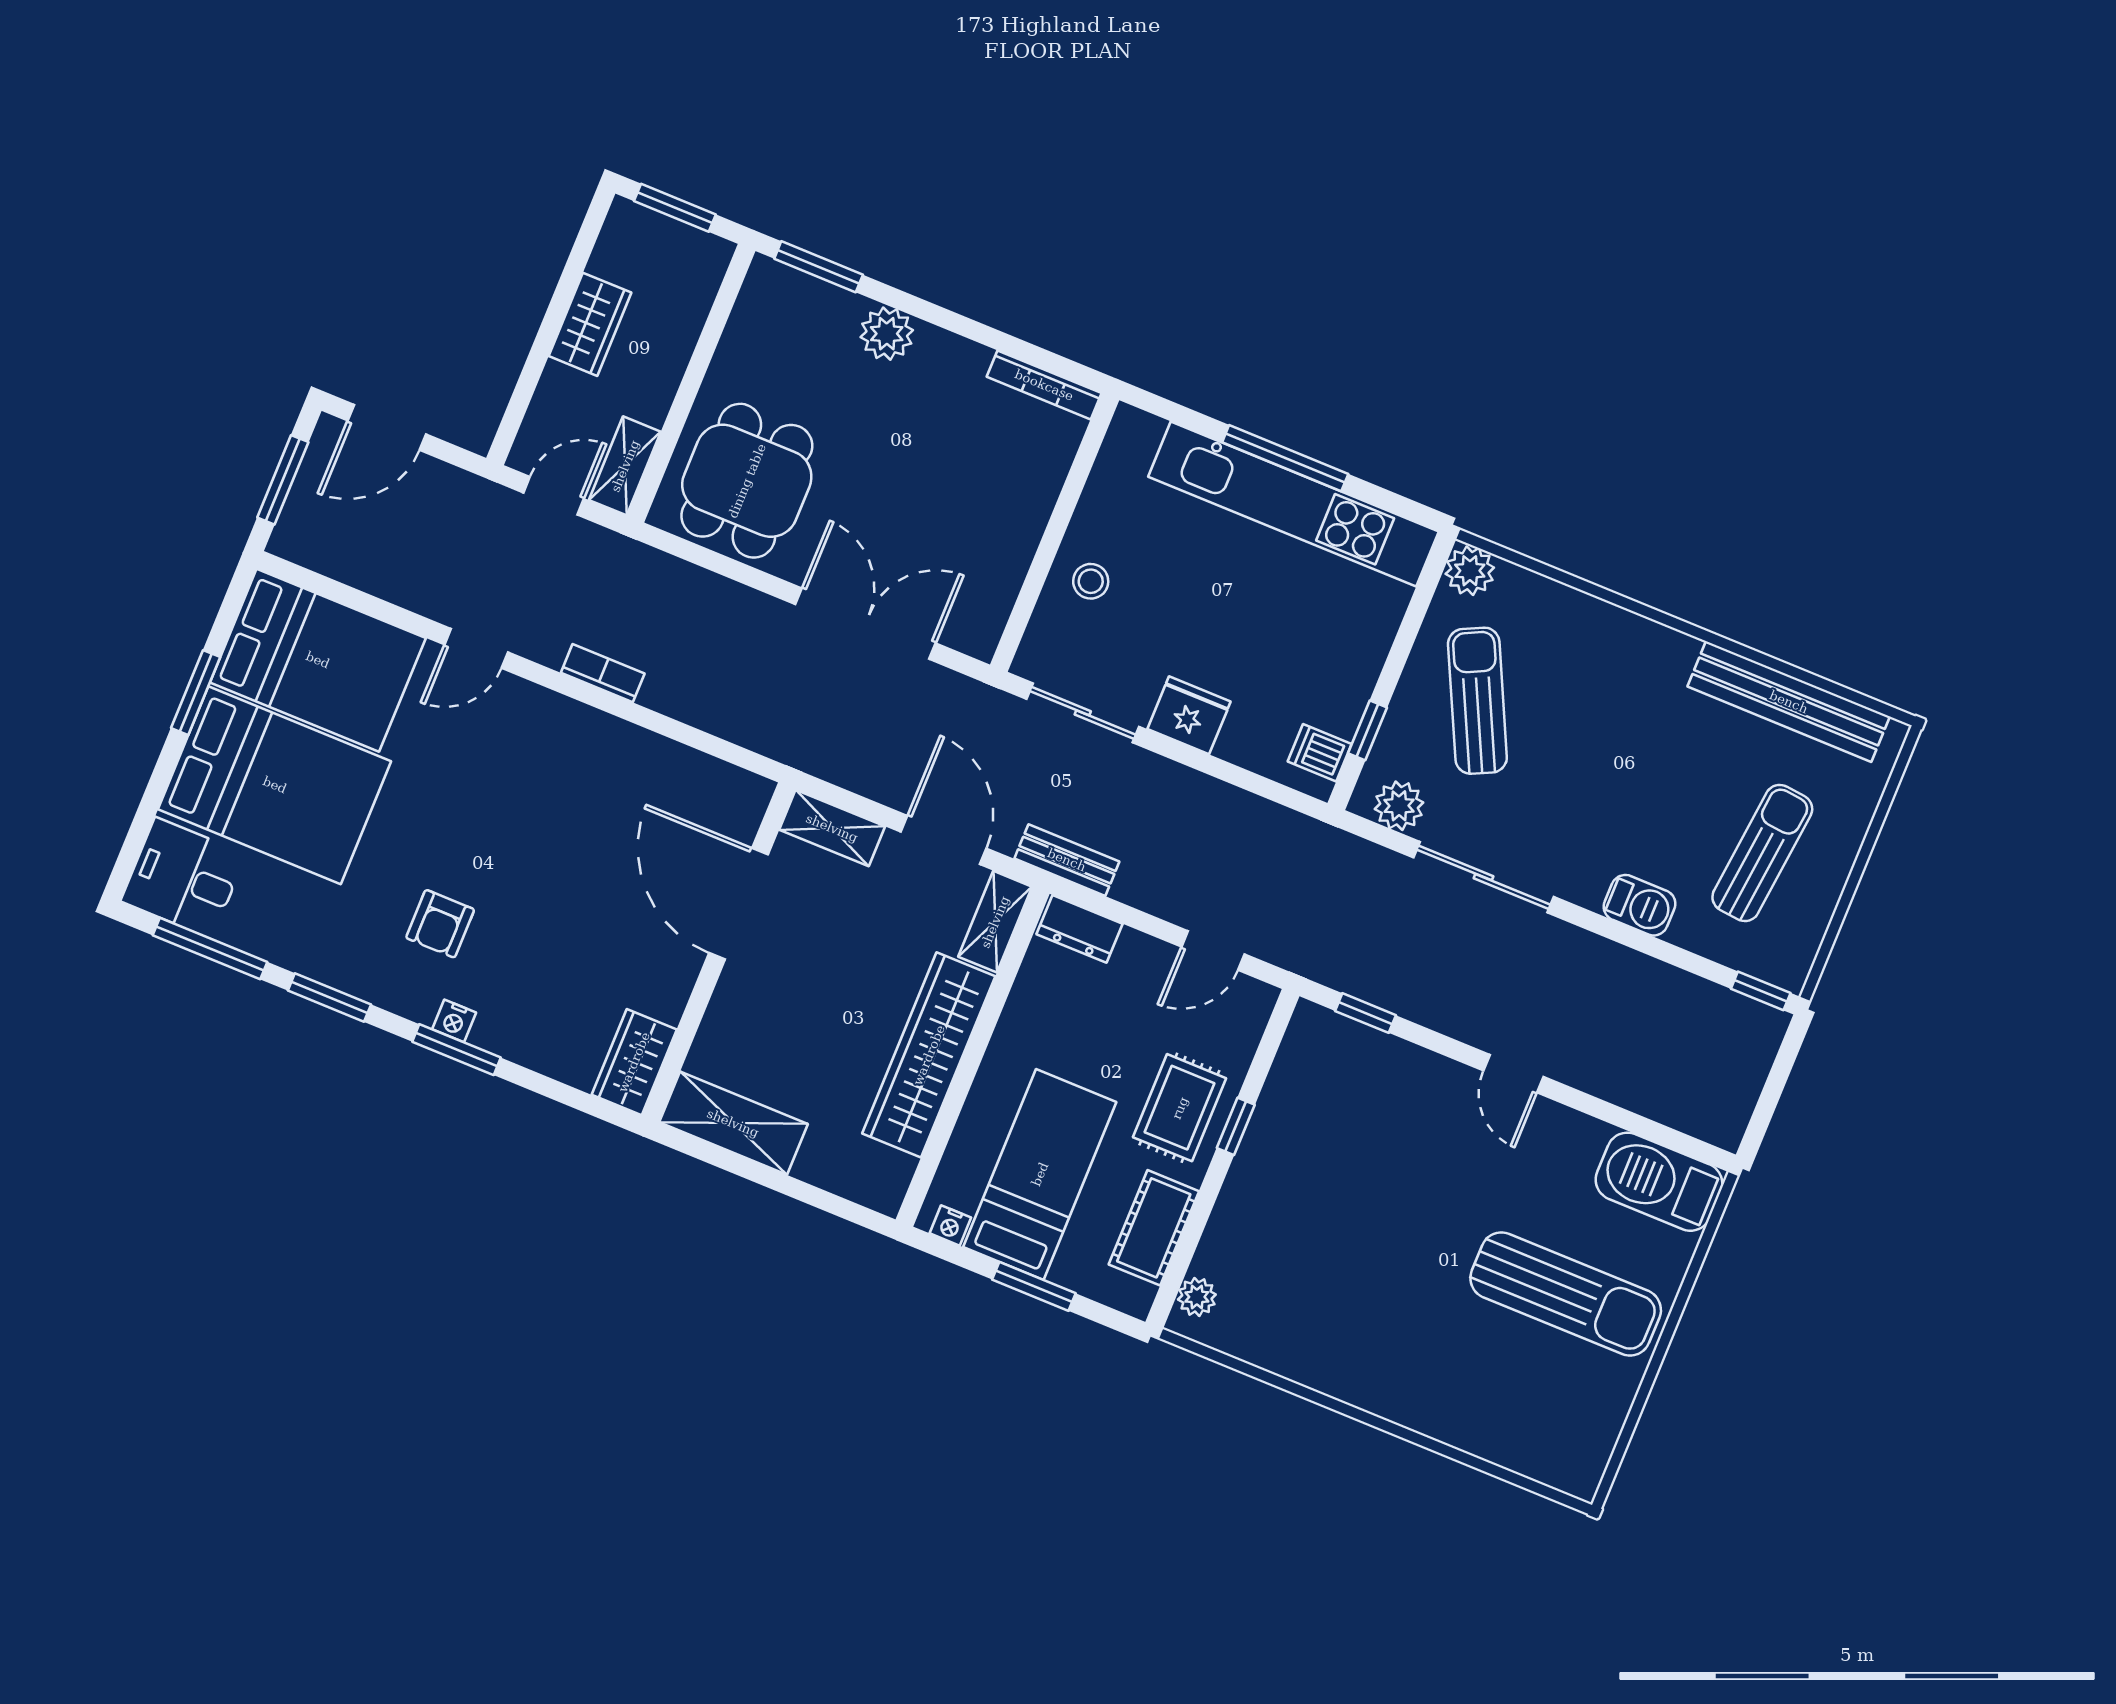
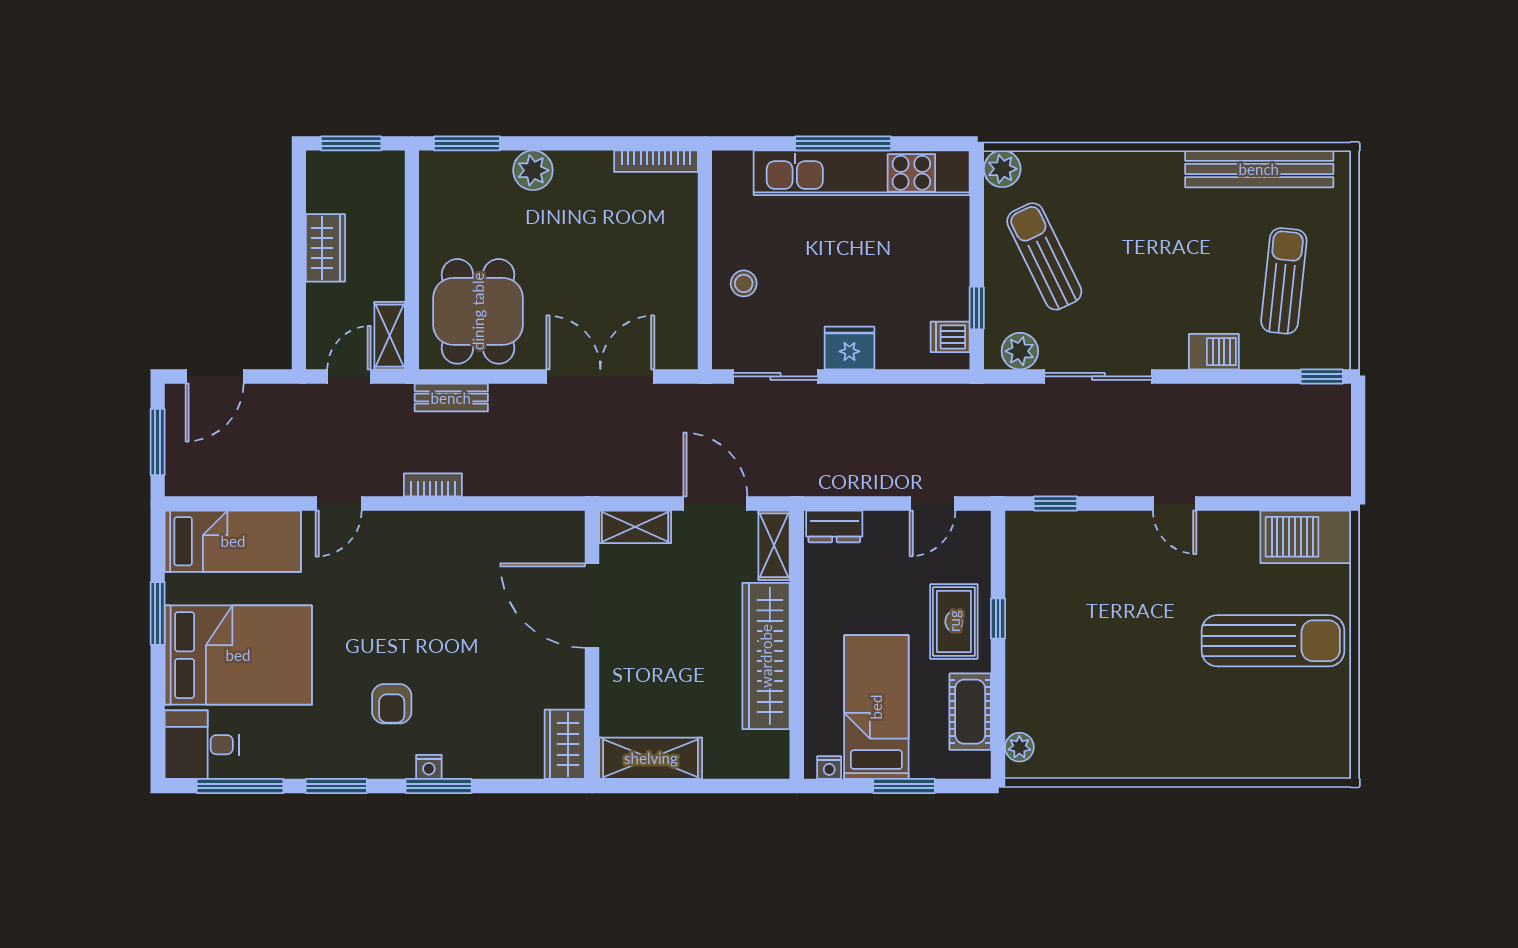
bed: (318, 660) -> (233, 541), width x0.67
bench: (1067, 860) -> (451, 398), moved

